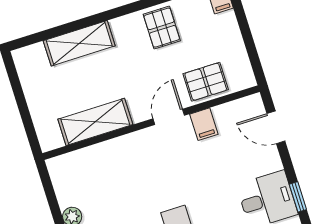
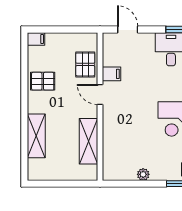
door: (276, 127) -> (128, 29), swing flipped

